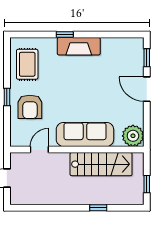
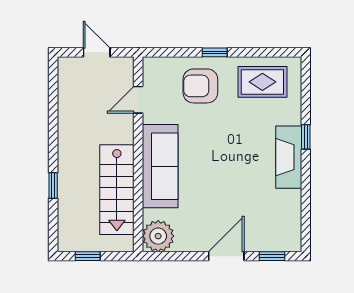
door: (39, 150) -> (138, 100), swing flipped

